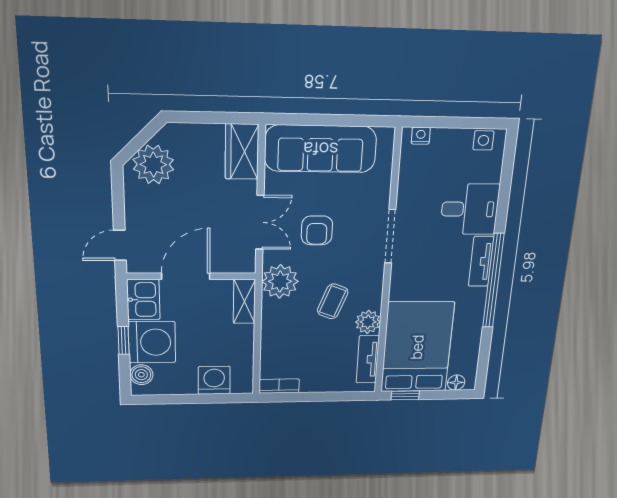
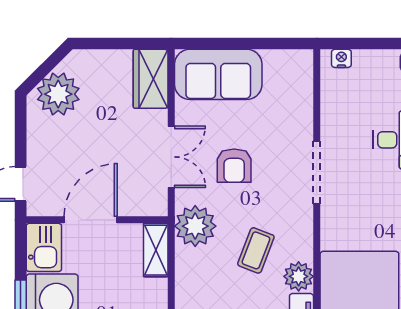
sofa: (321, 149) -> (218, 74), width x0.73

